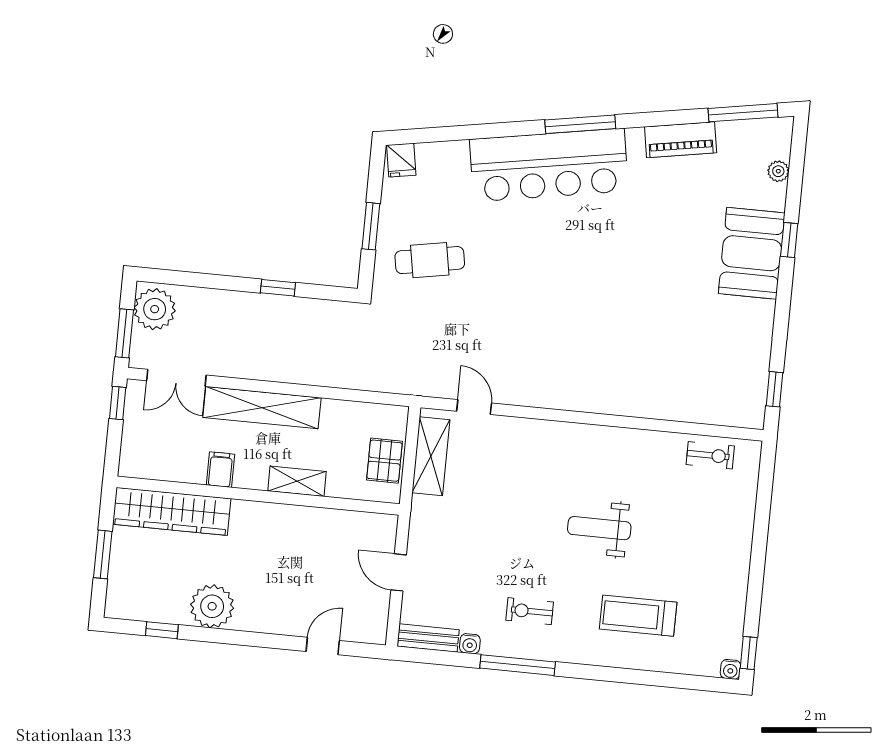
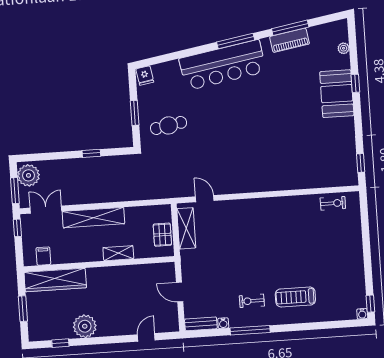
window: (743, 113) -> (290, 28), moved
double door: (176, 378) -> (46, 210), swing flipped
filing cabinet: (220, 470) -> (43, 256), moved
weight bench: (599, 528) -> (281, 251), removed
treadmill: (638, 616) -> (295, 297), moved

